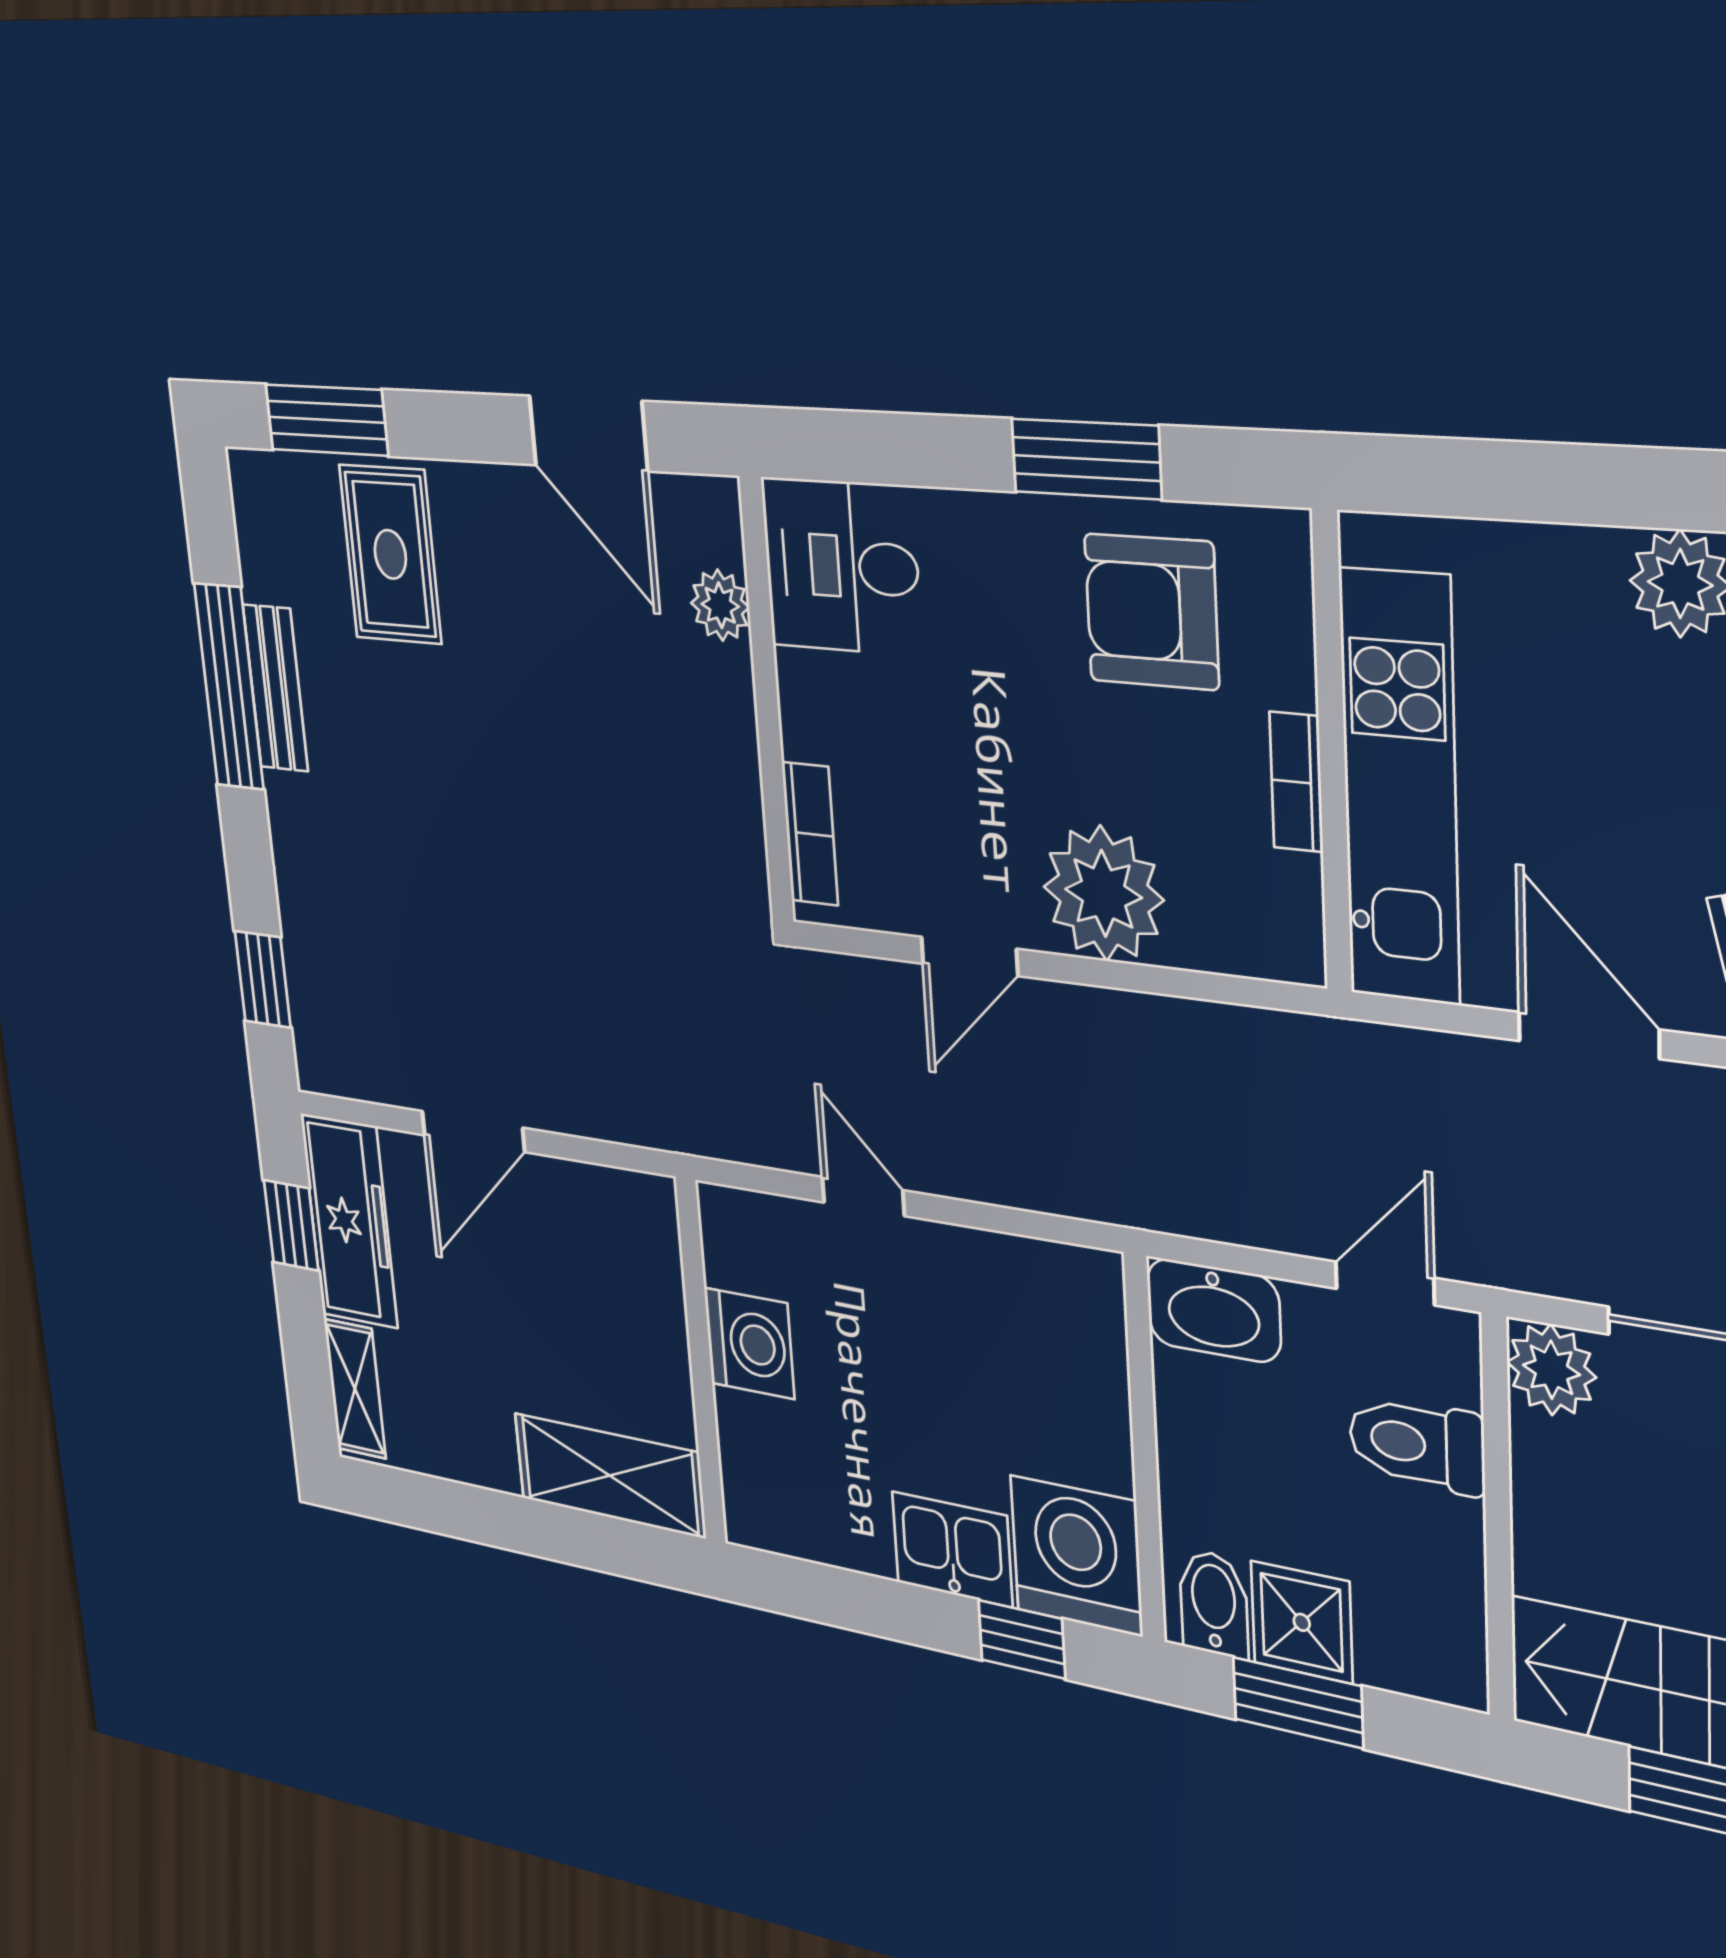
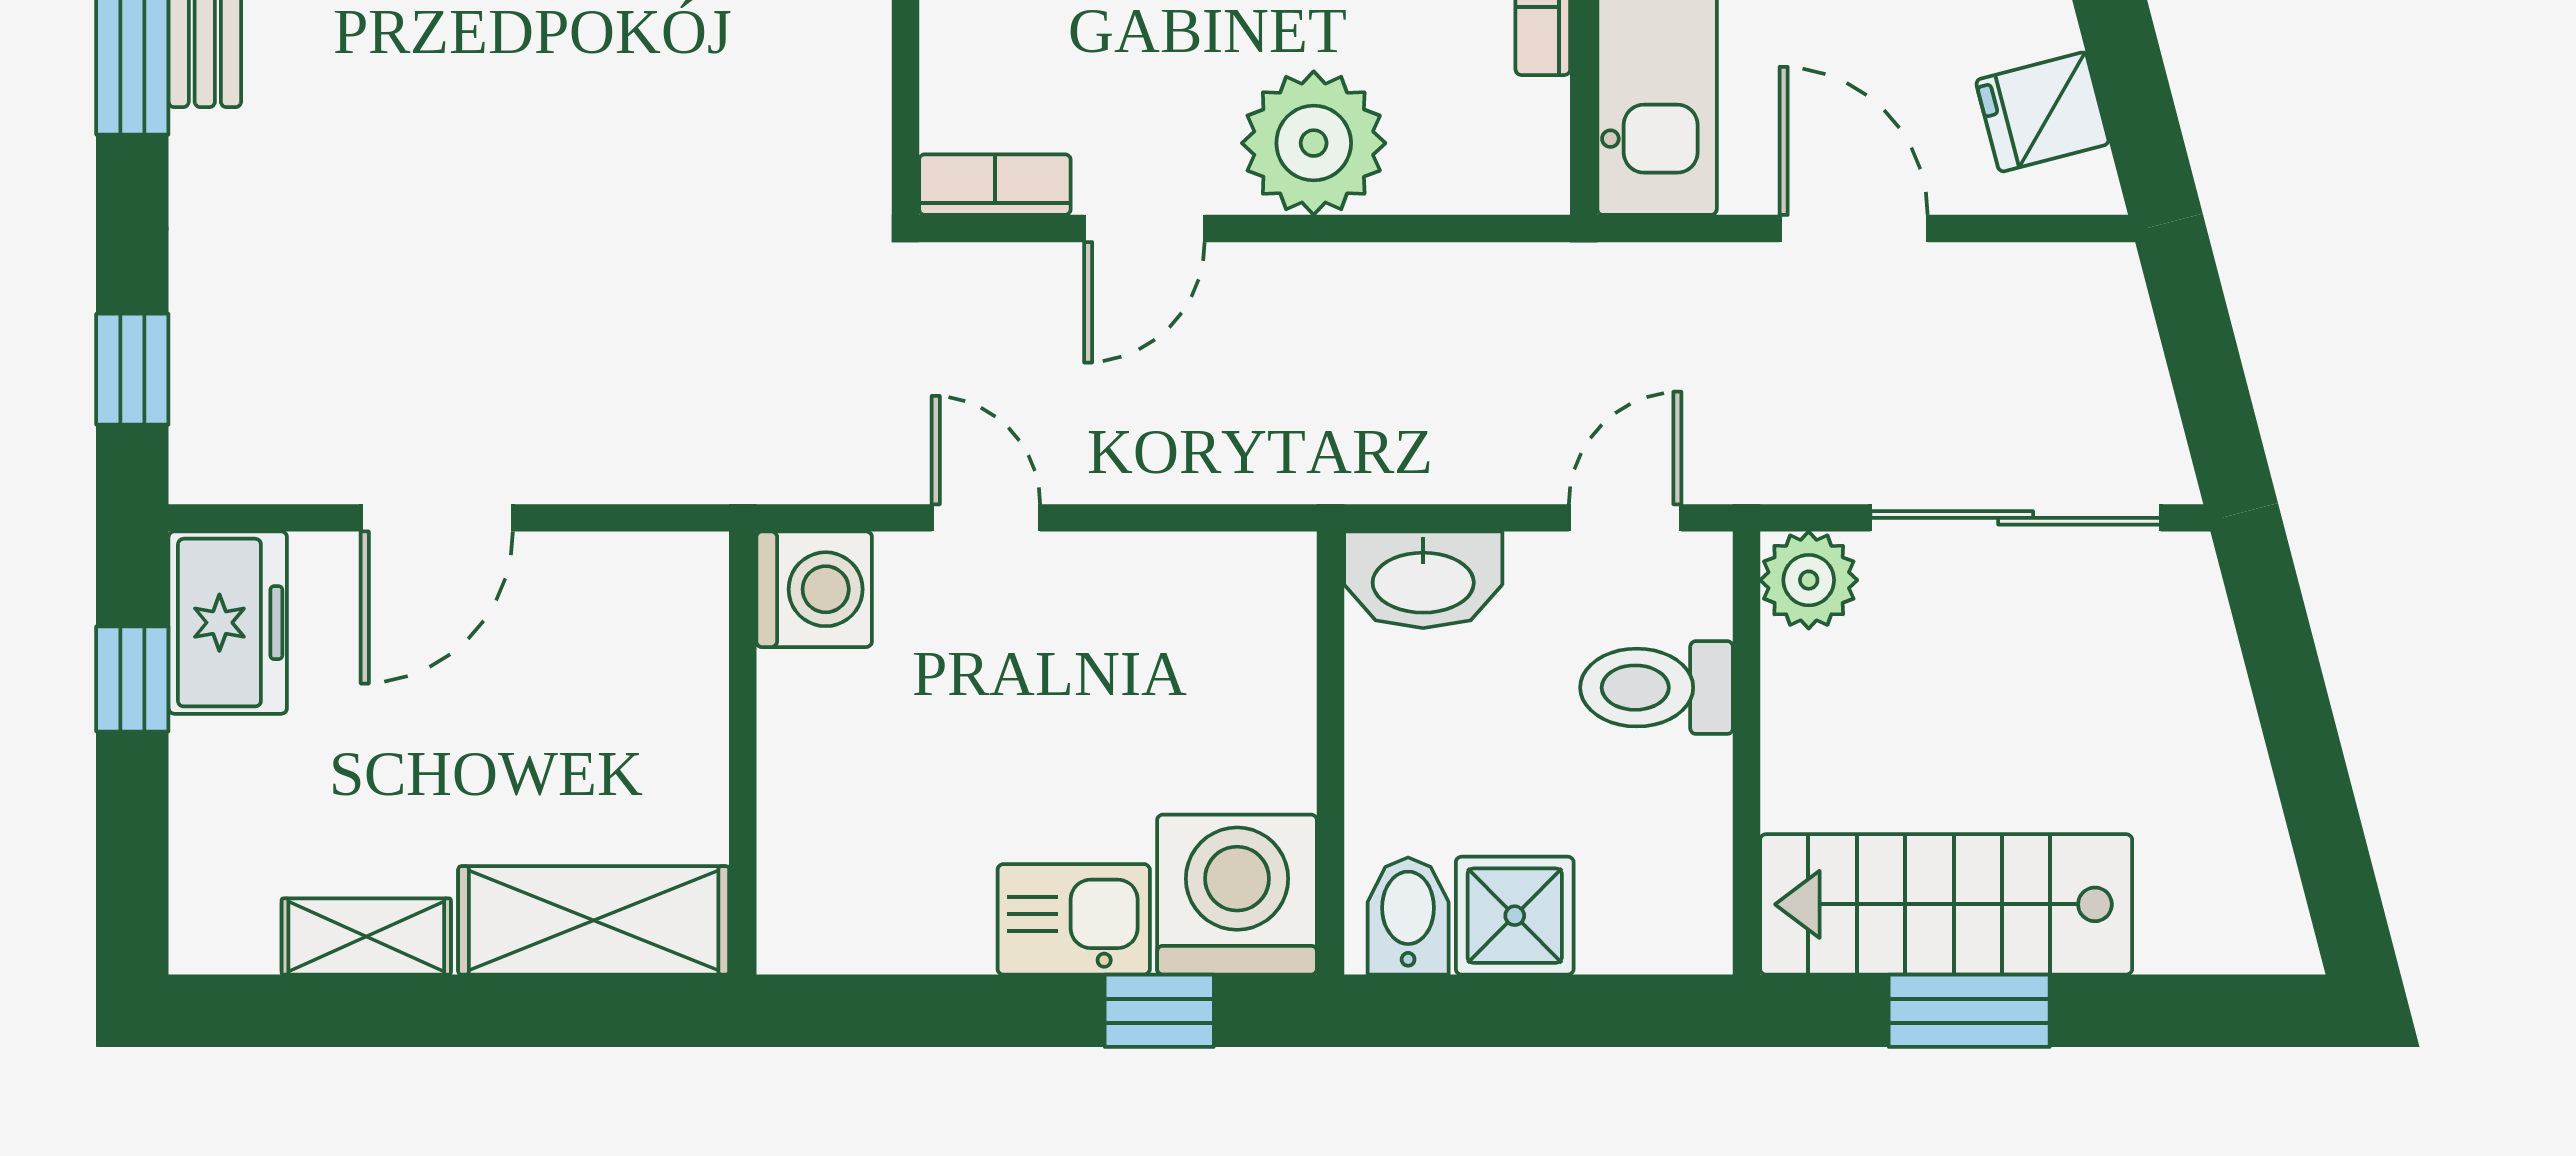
bookcase: (810, 834) -> (995, 185), moved, turned -90
freezer: (349, 1221) -> (228, 623), width x0.71
washing machine: (749, 1343) -> (814, 589), moved
shelving: (355, 1389) -> (366, 936), moved, turned 90
window: (1298, 1703) -> (1507, 1011), removed

